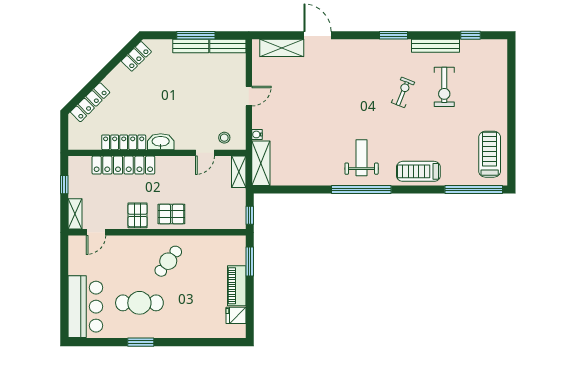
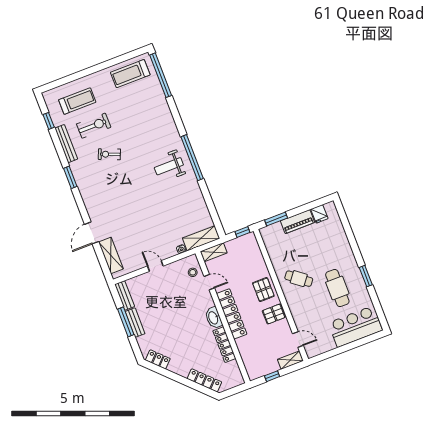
locker: (123, 165) -> (232, 314), moved
treadmill: (418, 171) -> (77, 101), moved, turned -90

